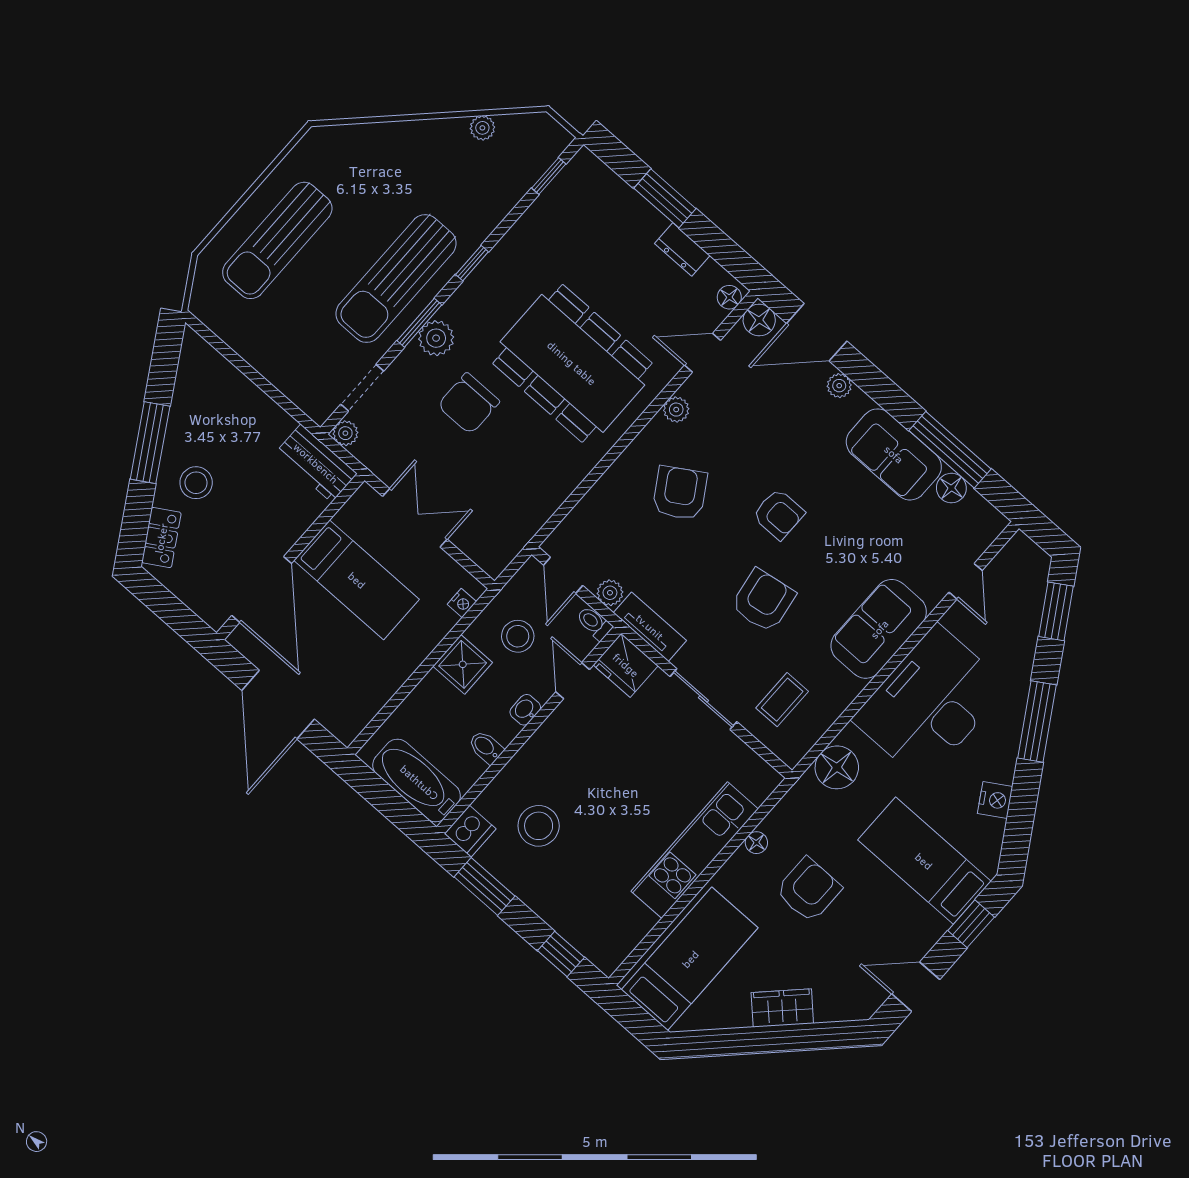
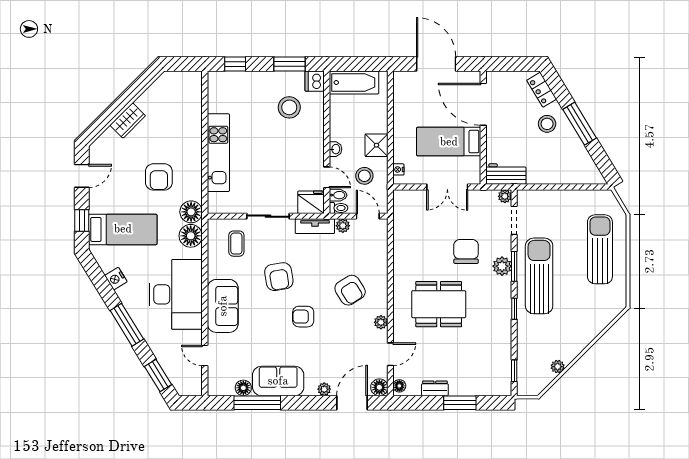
dining table: (572, 363) -> (439, 304), width x0.73, depth x0.80
bidet: (486, 747) -> (338, 195), moved
floor lamp: (756, 843) -> (191, 212), moved, width x1.89, depth x1.89
bed: (690, 959) -> (182, 107), removed

